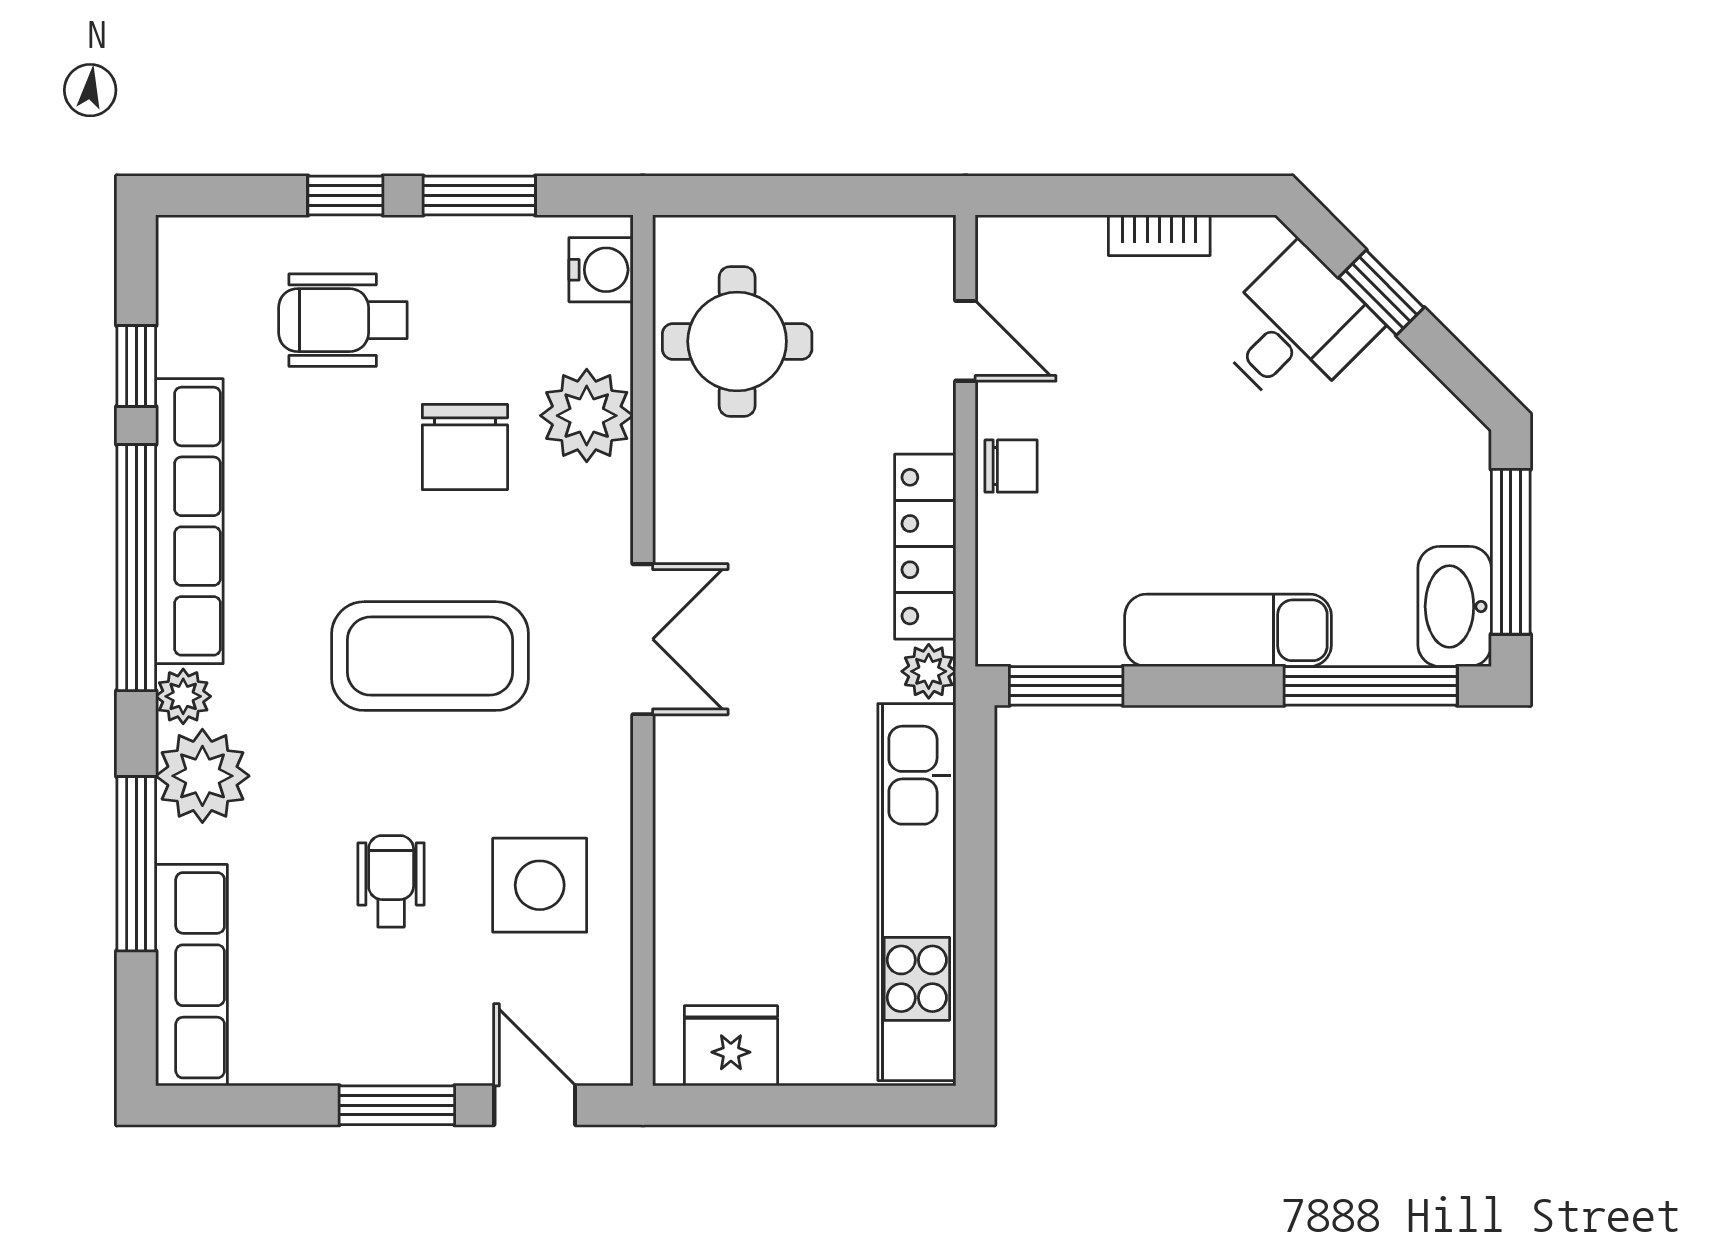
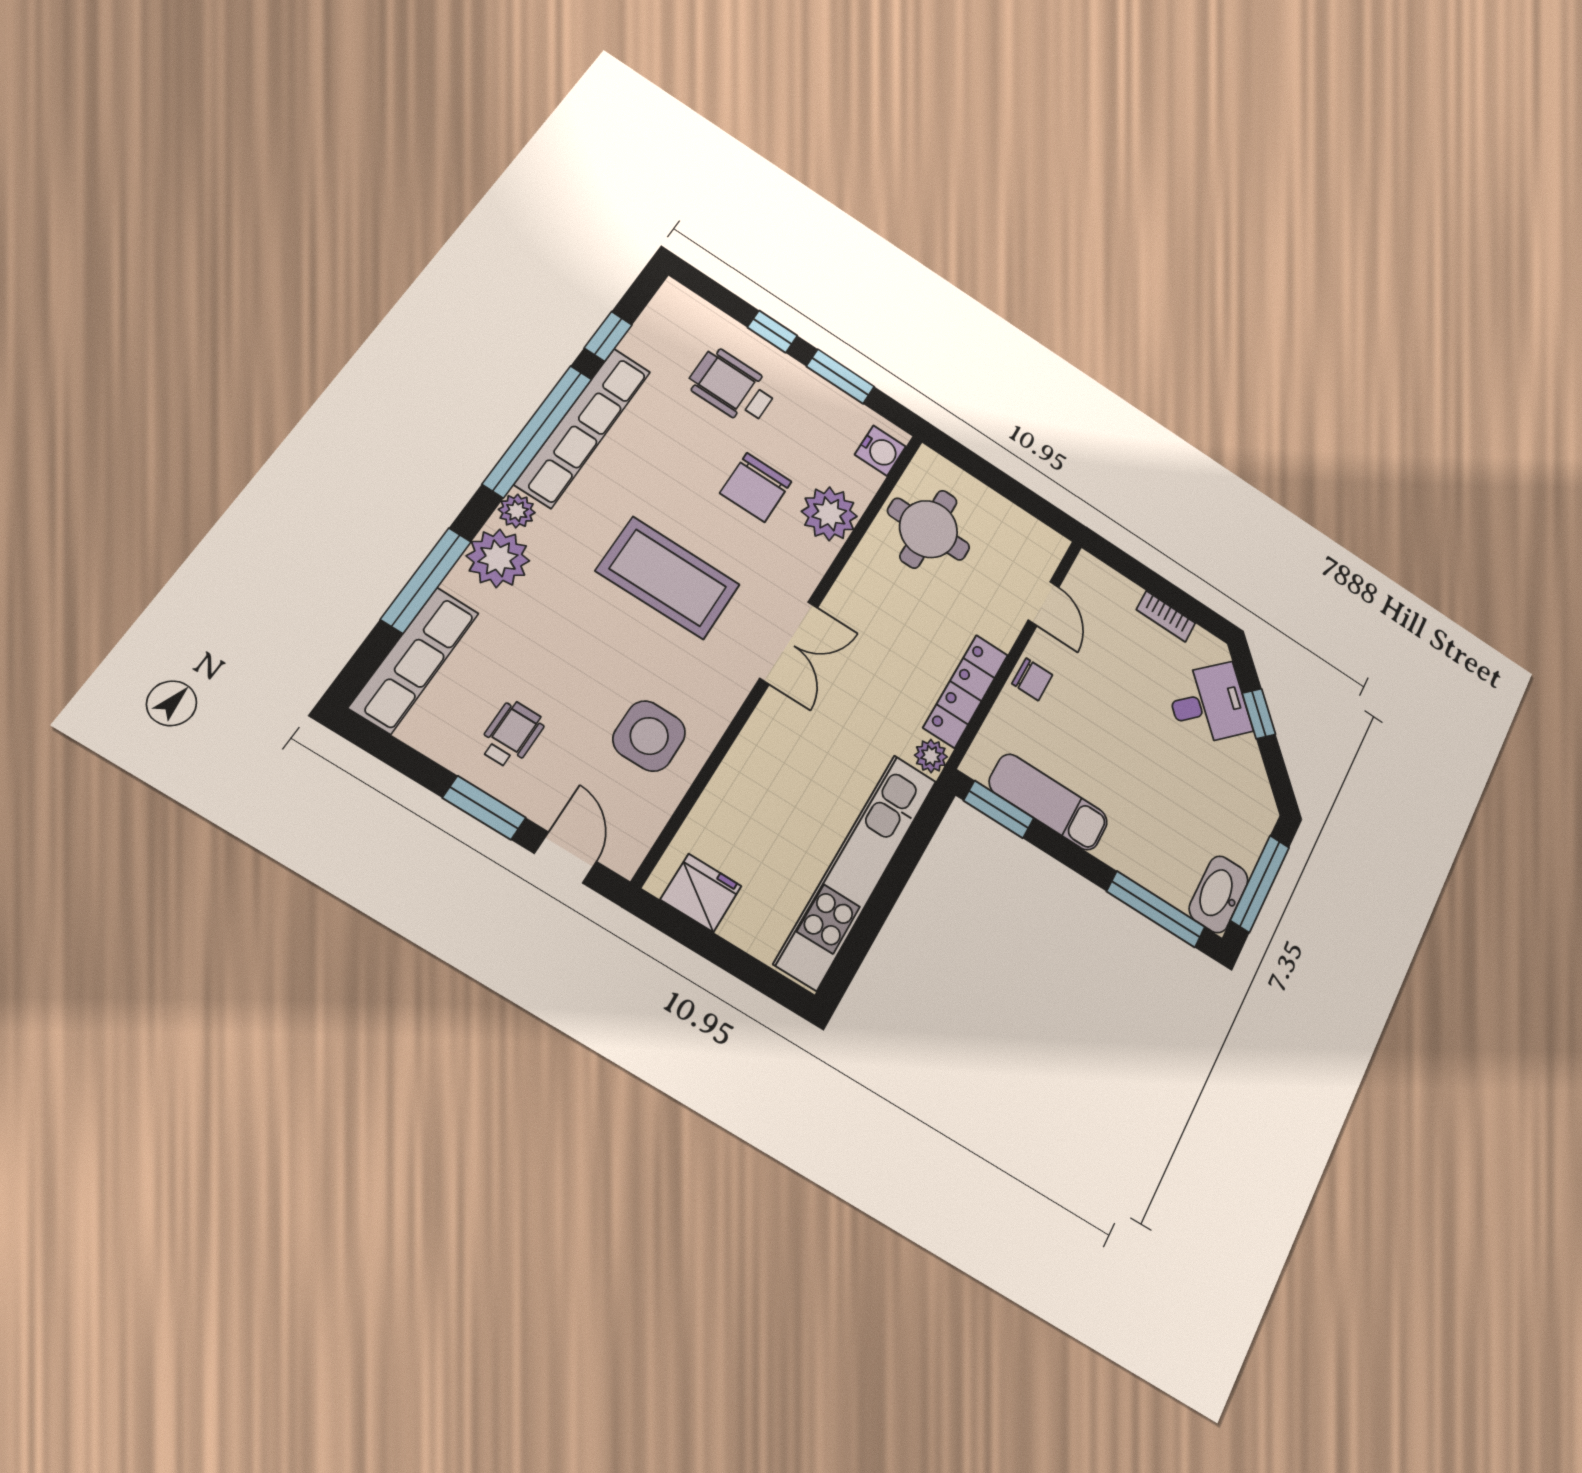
exam couch: (1228, 630) -> (1048, 802), moved
wheelchair: (391, 881) -> (511, 734), moved

